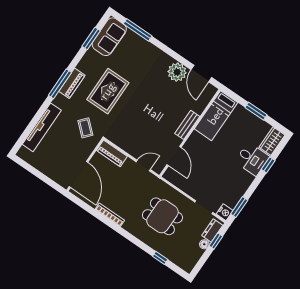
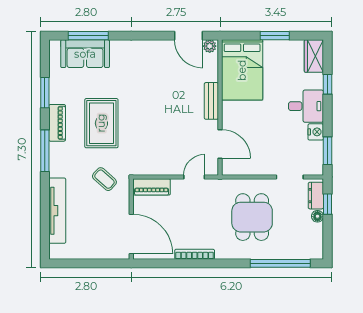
sofa: (109, 37) -> (85, 54), moved, turned 90
window: (91, 39) -> (45, 93), moved
plant: (177, 72) -> (210, 46), moved, width x0.53, depth x0.53
piano: (72, 83) -> (57, 123), moved
bed: (216, 116) -> (242, 70), width x1.50
desk: (252, 159) -> (306, 106), moved
nightstand: (225, 212) -> (316, 132), moved
dining table: (162, 216) -> (252, 217), turned 90
window: (160, 258) -> (280, 263), width x3.17

